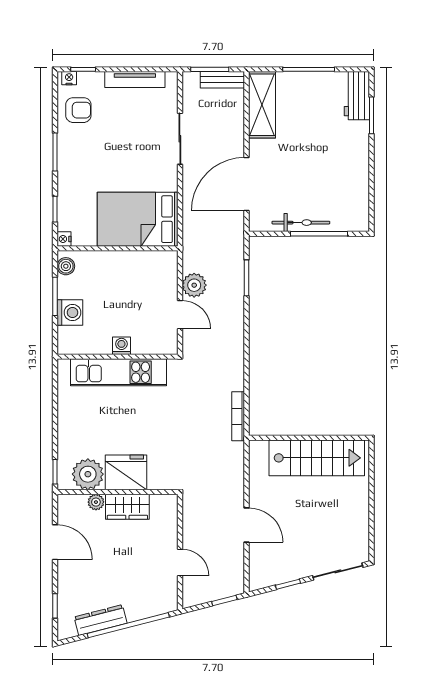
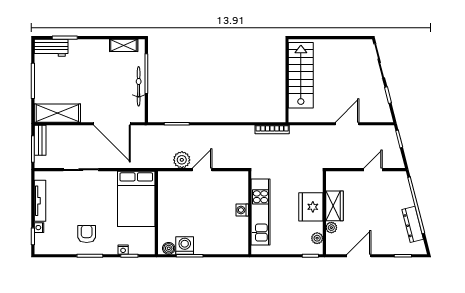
nightstand: (69, 78) -> (39, 228), moved
armchair: (78, 110) -> (87, 234), moved
shelving: (360, 201) -> (124, 45), added
nightstand: (64, 239) -> (123, 250), moved
washing machine: (70, 313) -> (185, 246), moved
washing machine: (121, 346) -> (242, 210), moved
wall: (118, 357) -> (250, 213), moved
kitchen unit: (119, 372) -> (260, 212), moved
plant: (88, 474) -> (317, 238), width x0.53, depth x0.53

